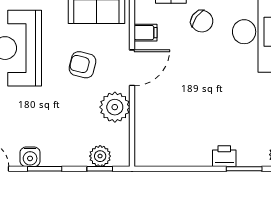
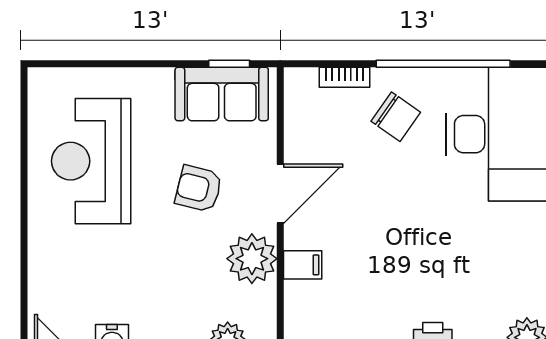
filing cabinet: (145, 33) -> (303, 265), moved

